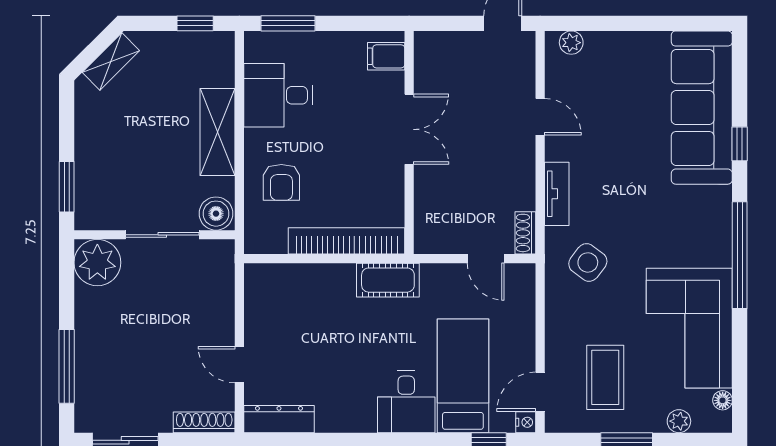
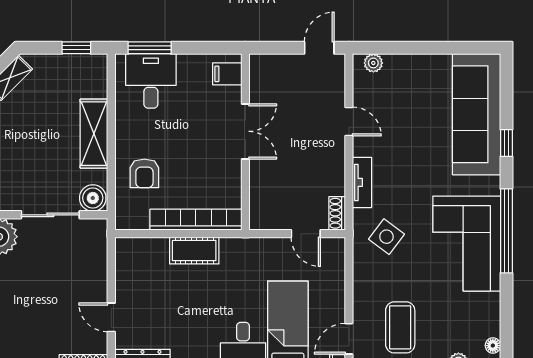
desk: (278, 95) -> (151, 81), moved, turned 90
cot: (388, 280) -> (194, 251), moved
corner sofa: (689, 328) -> (467, 244), moved

